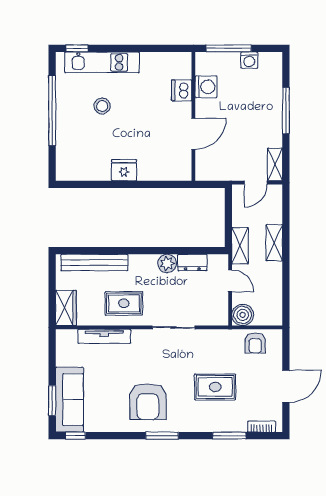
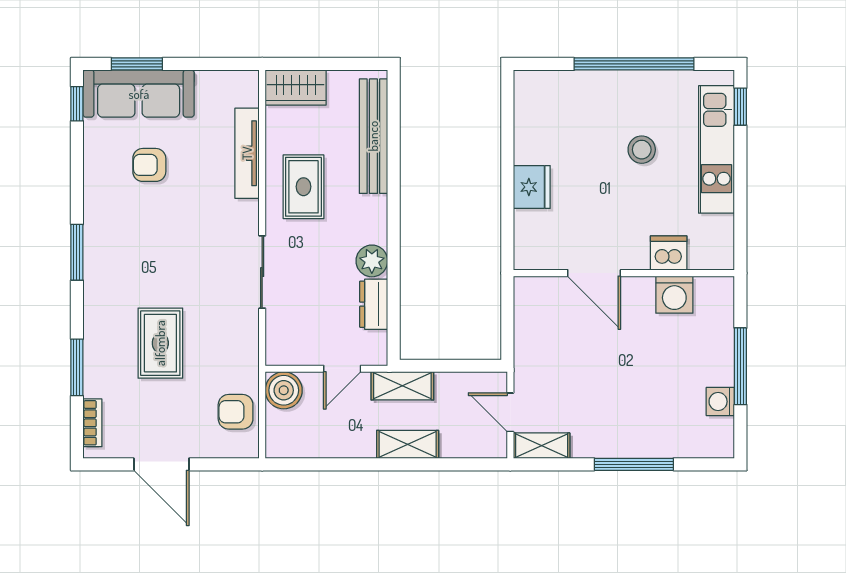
washing machine: (206, 87) -> (674, 295), moved
dishwasher: (182, 90) -> (669, 253), moved
wall: (193, 116) -> (624, 273), moved
door: (193, 134) -> (594, 273), moved
armchair: (148, 402) -> (149, 165), moved, width x0.53, depth x0.53

